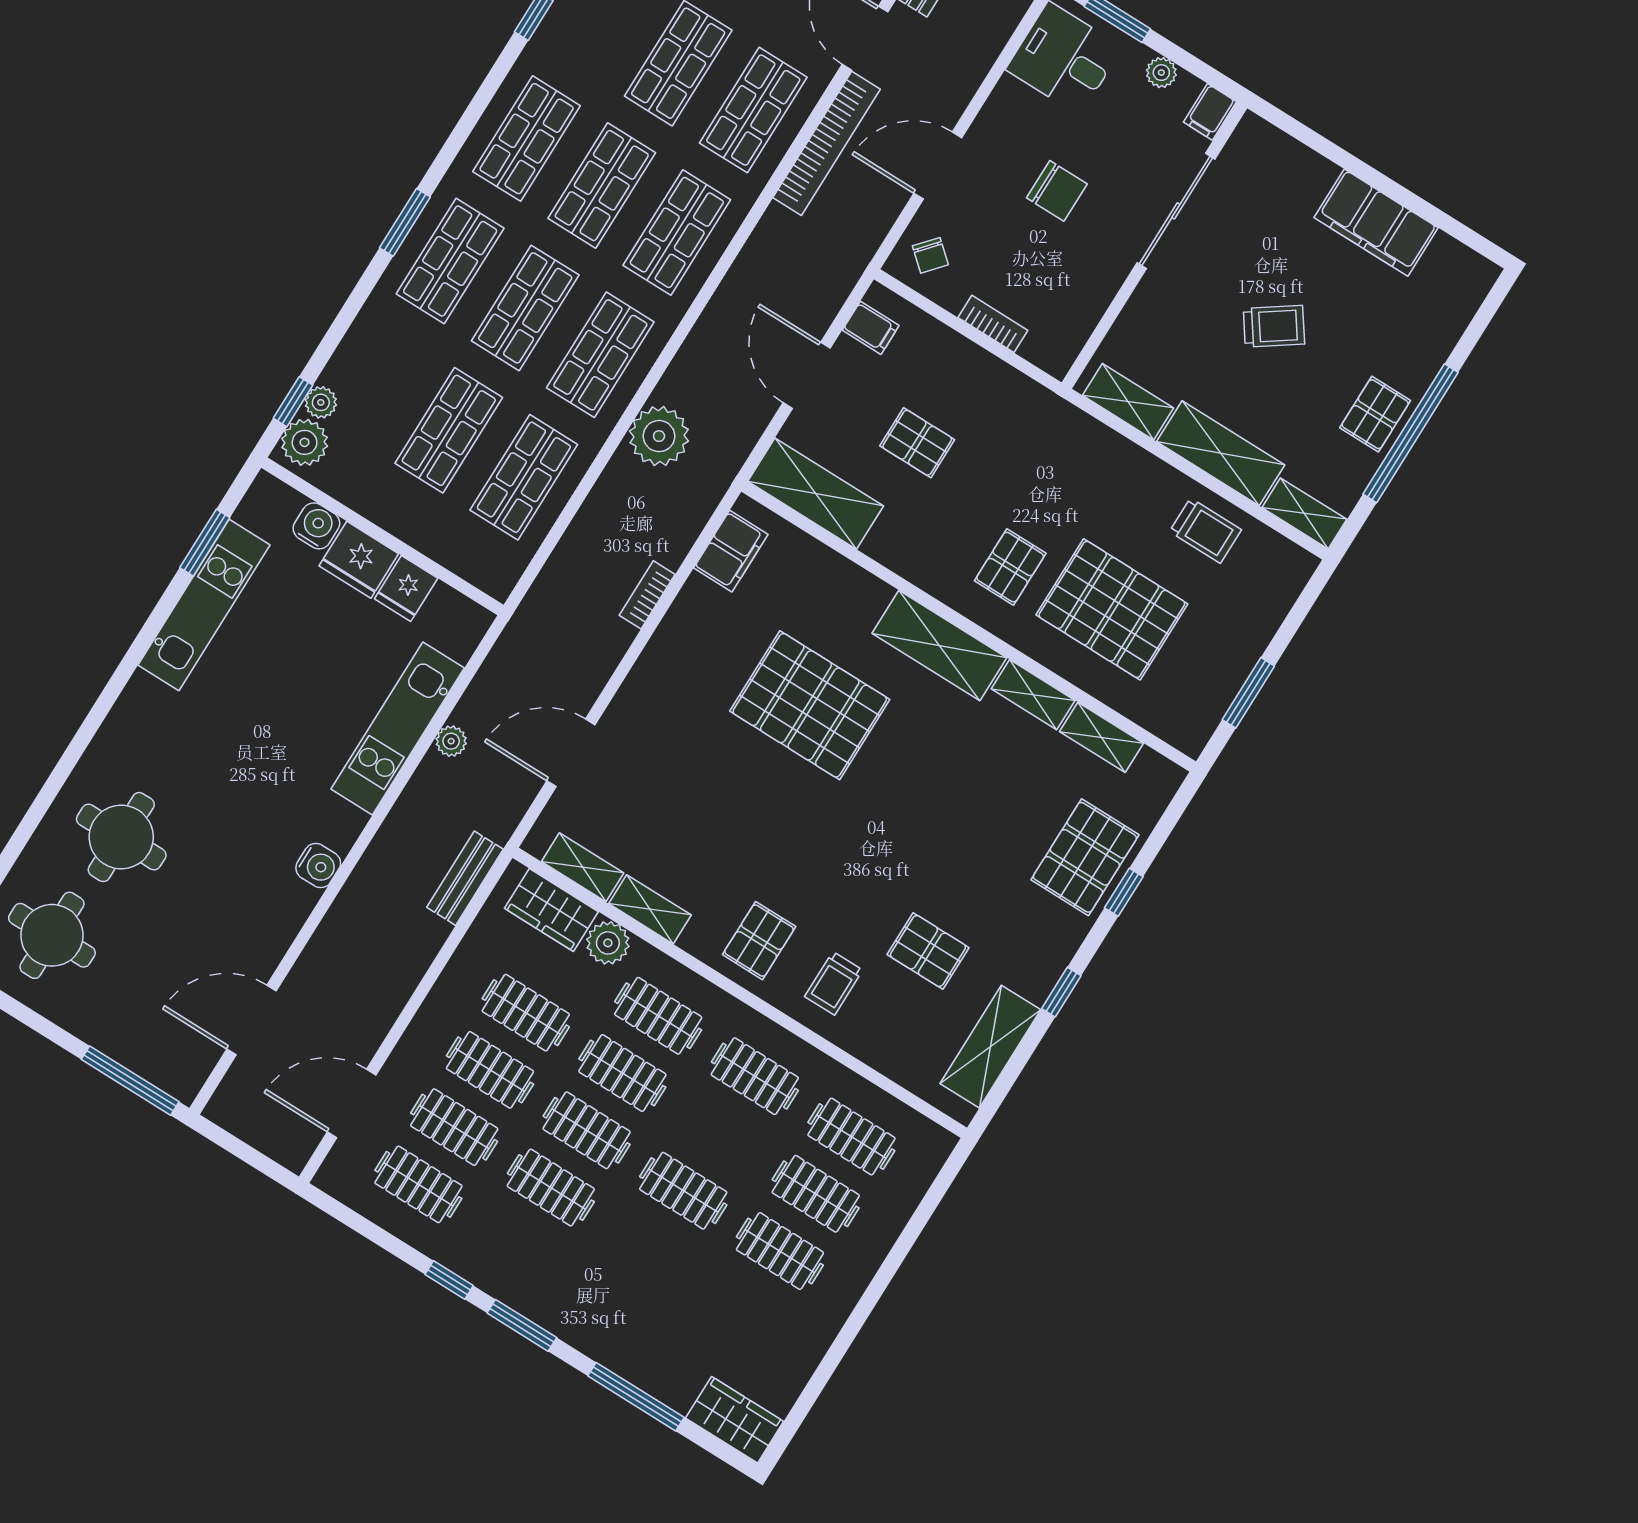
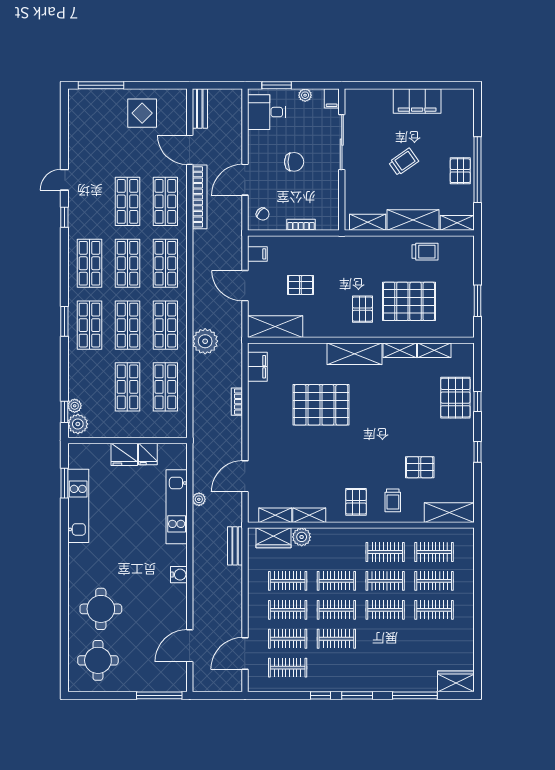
water cooler: (316, 526) -> (101, 452), removed
clothes rail: (658, 1016) -> (385, 581), moved
shelving: (990, 1047) -> (449, 513), moved, turned 90

